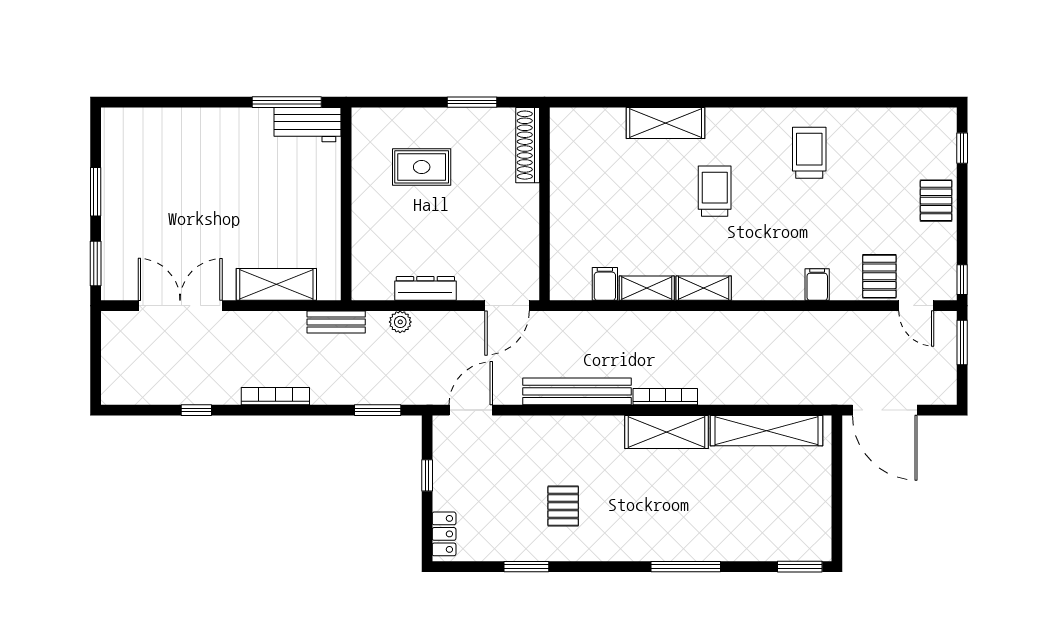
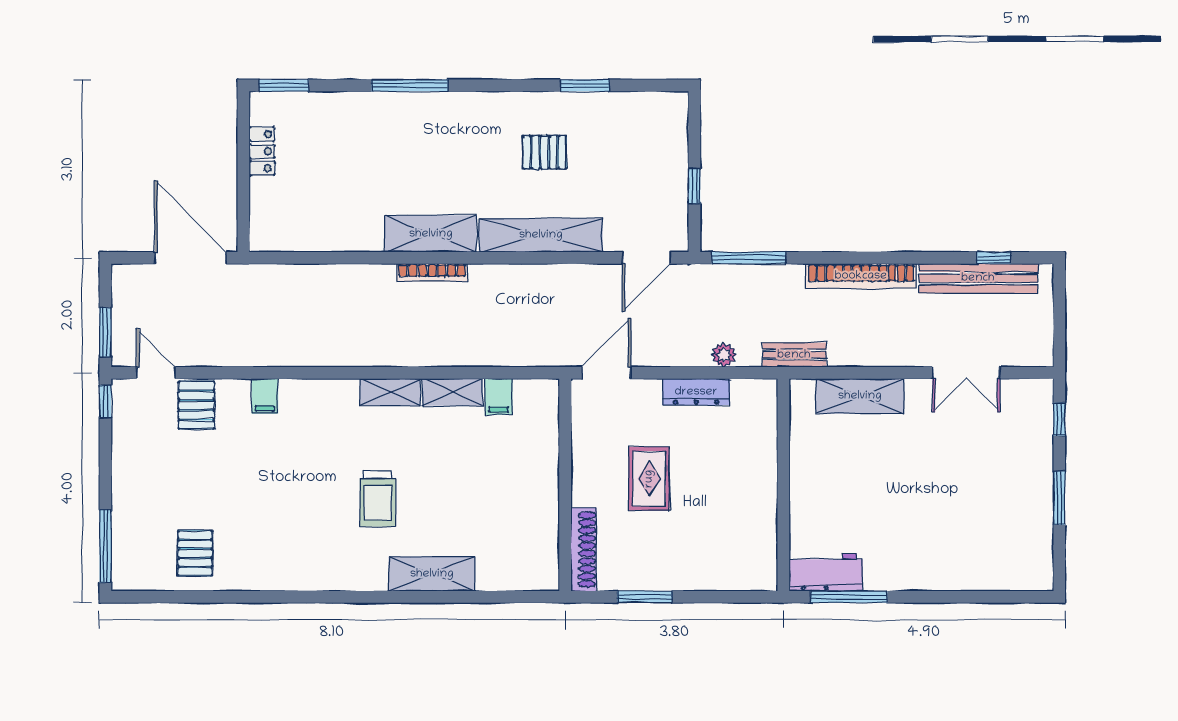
window: (962, 148) -> (105, 546), width x2.17
trolley: (809, 153) -> (274, 541), removed
rug: (422, 167) -> (649, 479), moved, turned 90
pallet: (936, 201) -> (195, 553), moved
window: (96, 263) -> (1059, 419), width x0.67
double door: (180, 306) -> (966, 373), width x0.73
bench: (577, 391) -> (978, 278), moved
bookcase: (275, 396) -> (861, 276), width x1.48, depth x1.31
window: (196, 410) -> (994, 258), moved
window: (378, 410) -> (749, 258), width x1.44
shelving: (766, 431) -> (541, 235), moved
pallet: (563, 506) -> (545, 152), turned 90
locker: (444, 534) -> (262, 151), moved, turned 180

